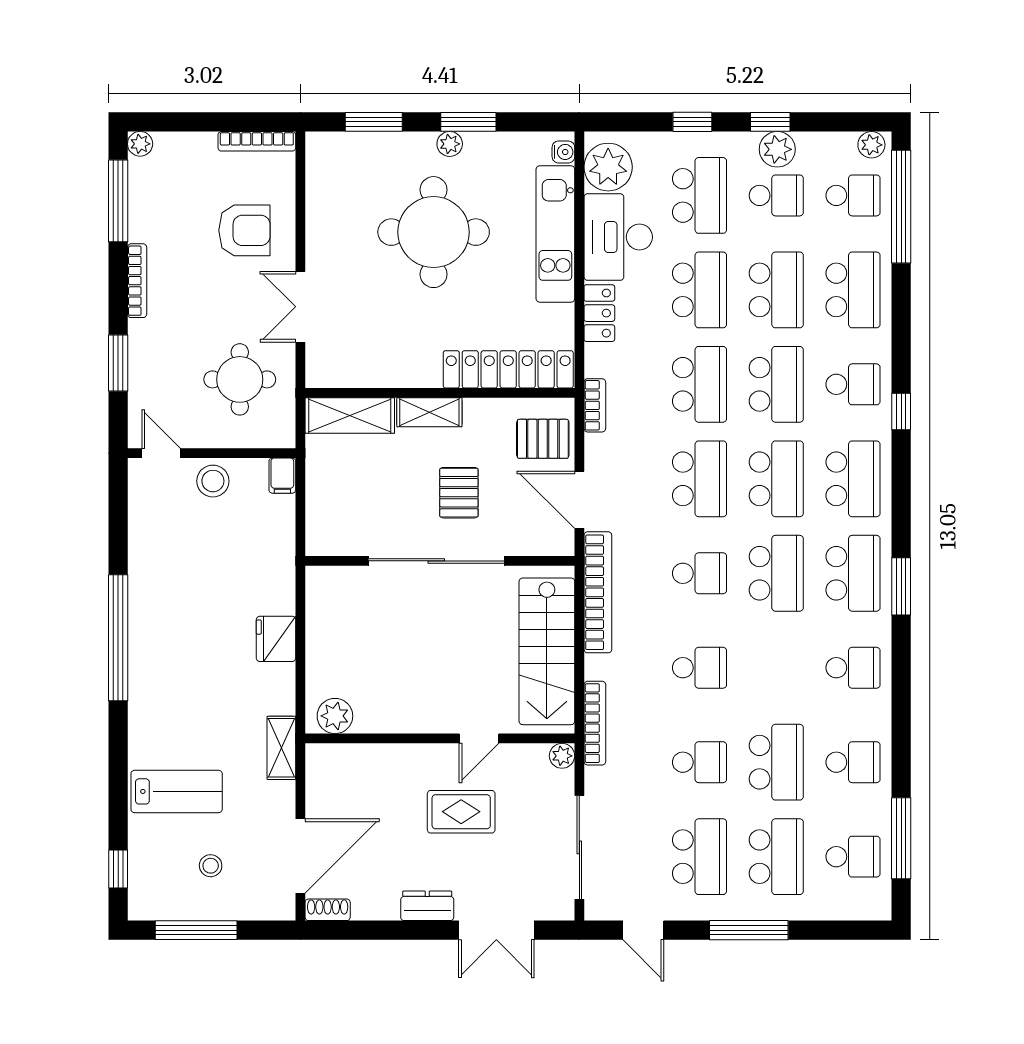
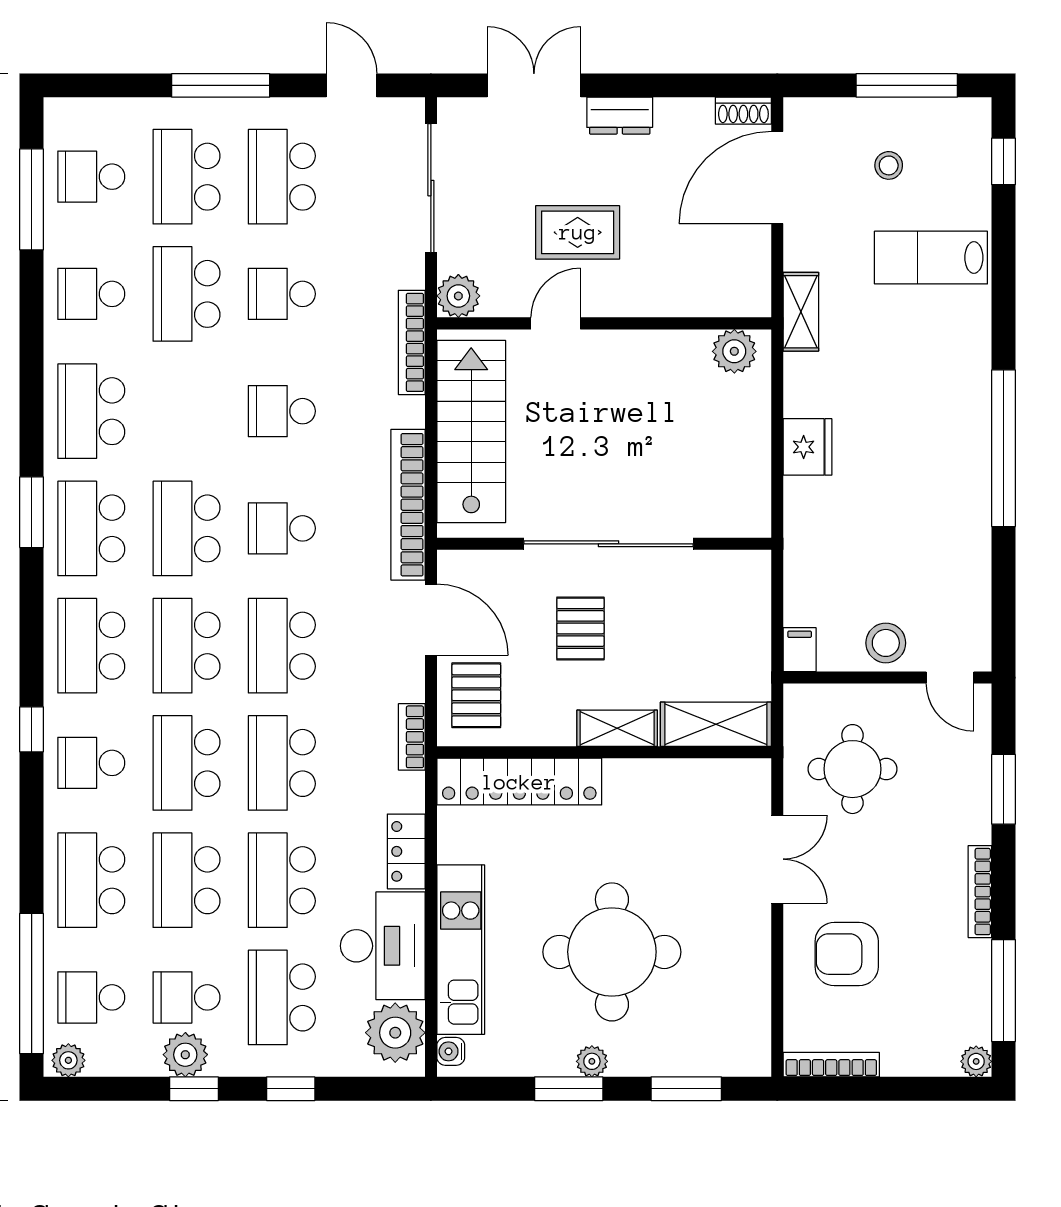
pallet: (543, 439) -> (476, 695), turned 90
school desk: (853, 668) -> (91, 411), width x1.85
plant: (562, 756) -> (458, 296), width x1.38, depth x1.38

